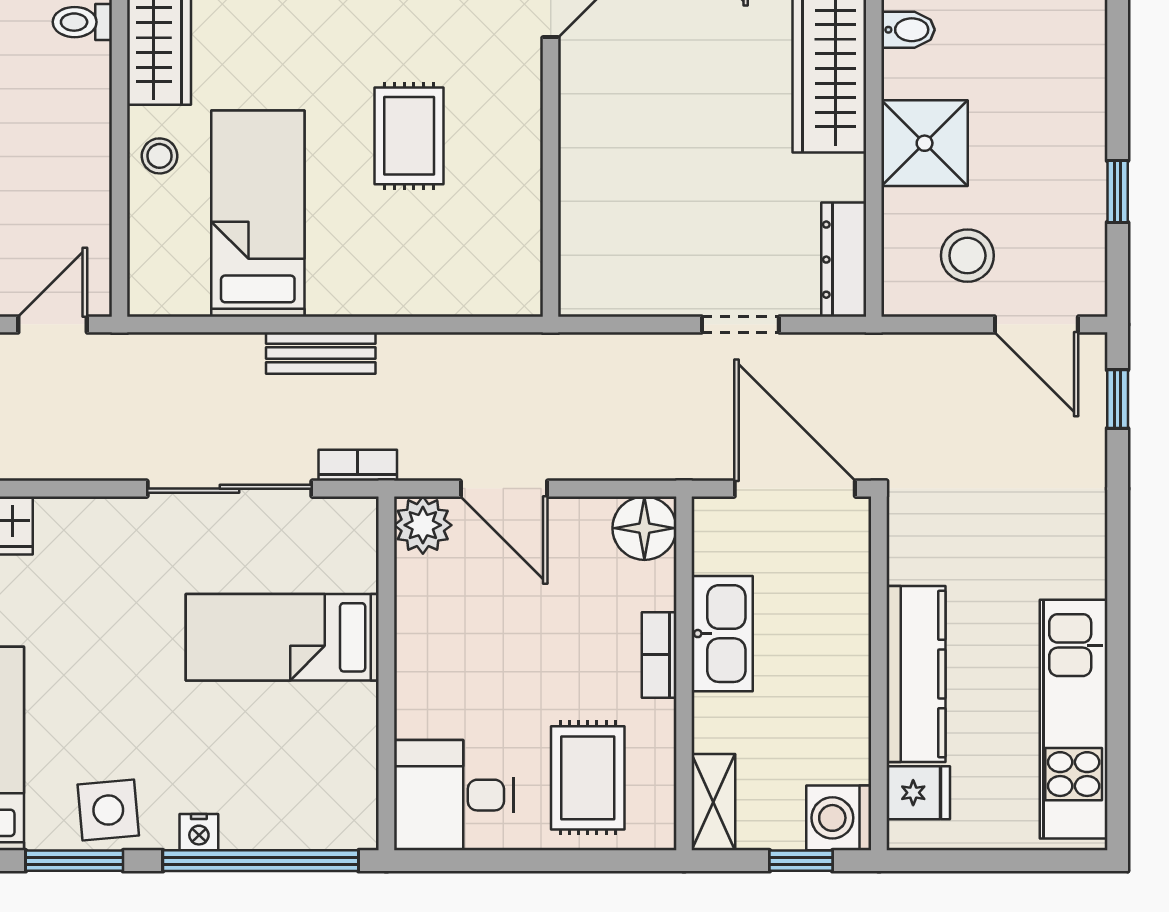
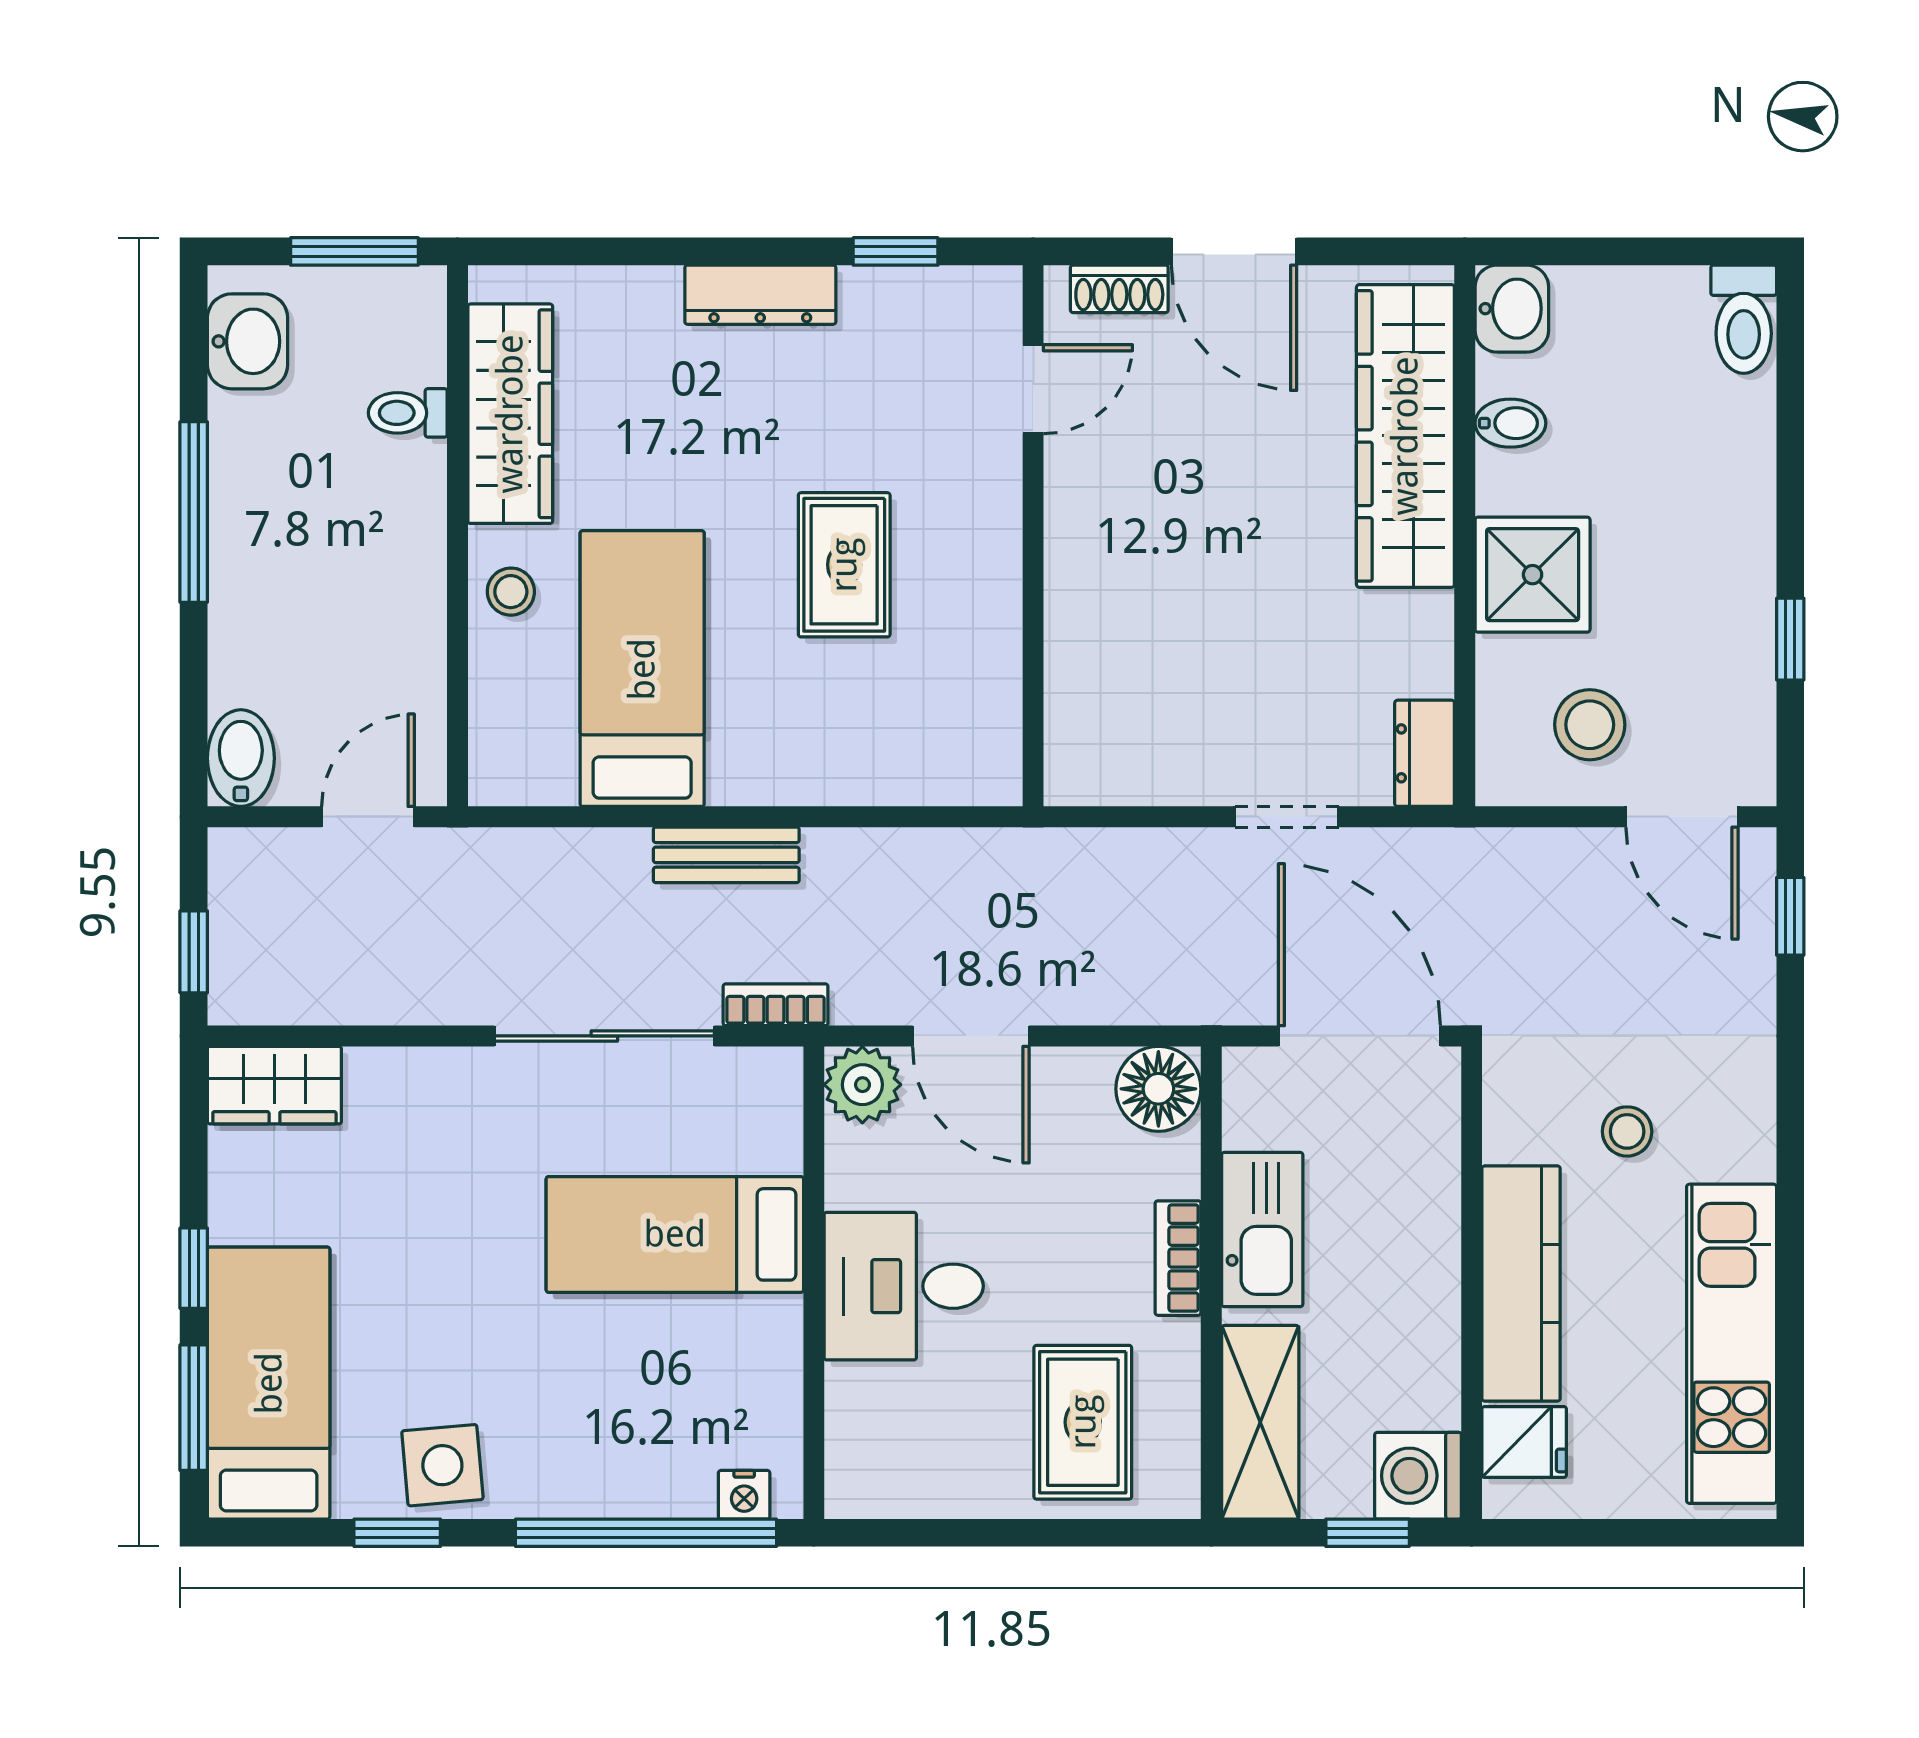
dresser: (844, 260) -> (1425, 753), width x0.70
stool: (995, 560) -> (1627, 1131), added
desk: (454, 795) -> (904, 1286), moved
shelving: (713, 802) -> (1260, 1422), width x1.50, depth x1.33
nightstand: (199, 832) -> (744, 1495), moved
window: (74, 861) -> (397, 1533), width x0.67

